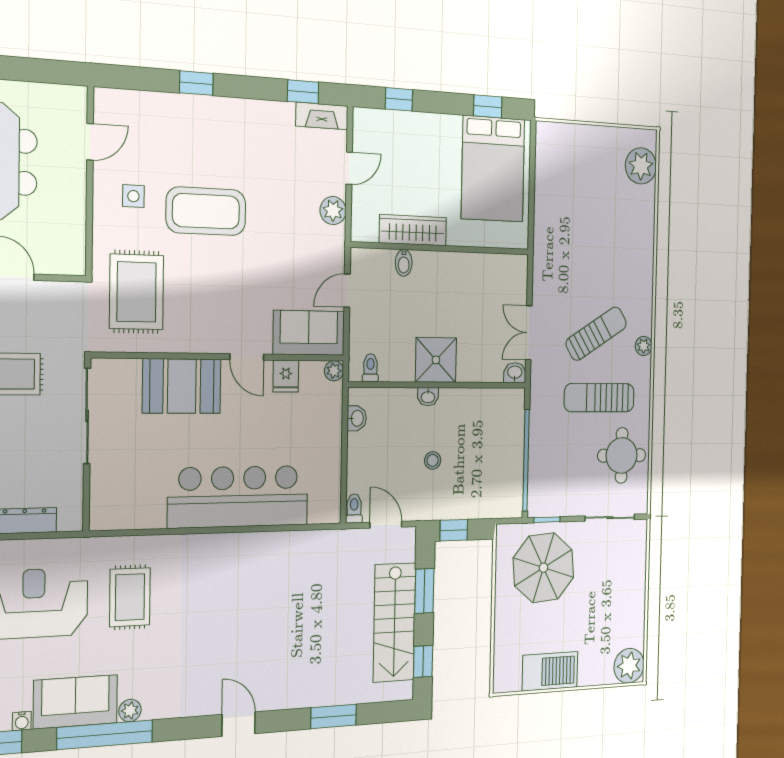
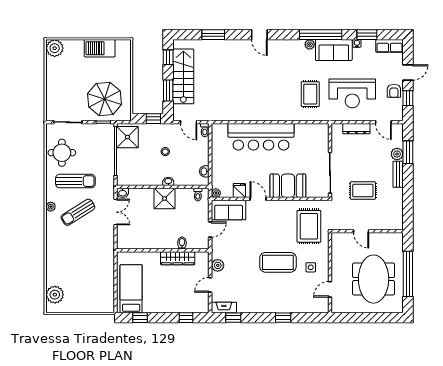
bed: (493, 169) -> (131, 289), width x0.67
shower: (503, 490) -> (127, 137), added

